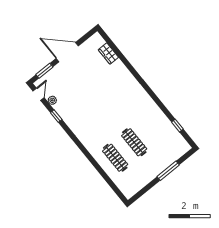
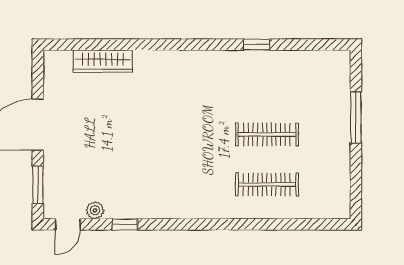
wardrobe: (108, 53) -> (103, 61), width x1.50
door: (38, 94) -> (68, 224), swing flipped
window: (177, 126) -> (257, 45), moved

